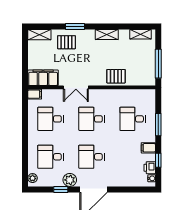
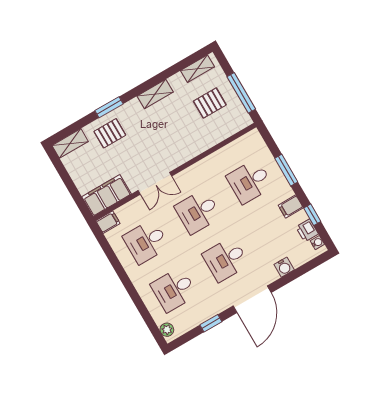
pallet: (116, 76) -> (210, 103), moved
plant: (70, 180) -> (215, 305), removed
water cooler: (123, 181) -> (284, 267), added

